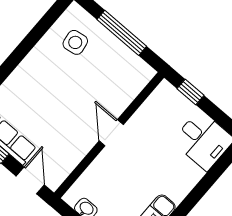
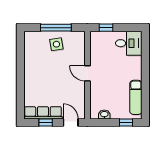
side table: (75, 42) -> (56, 44), moved

